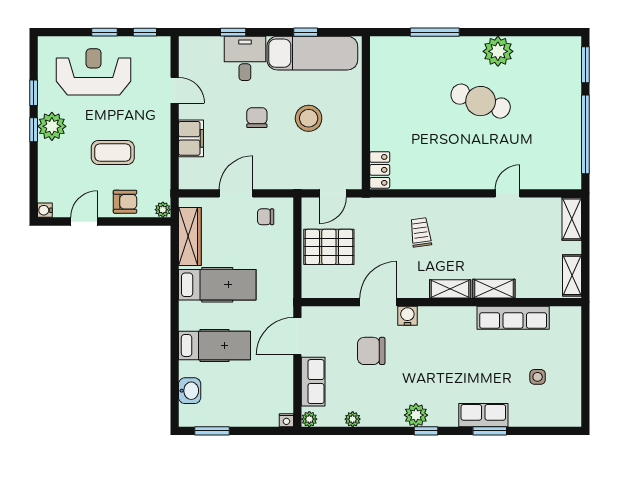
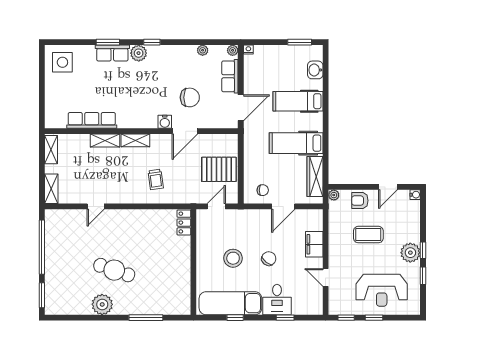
chair: (257, 118) -> (269, 259), turned -141
side table: (538, 377) -> (62, 62), moved, width x1.87, depth x1.87
plant: (416, 415) -> (139, 53), moved

